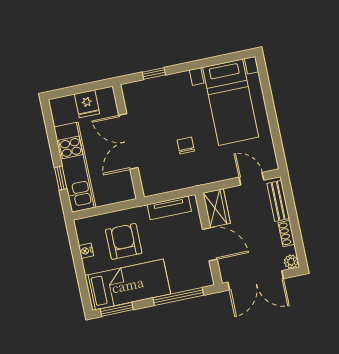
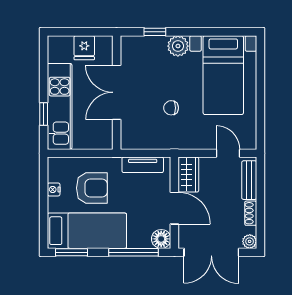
plant: (180, 83) -> (178, 46), added
chair: (186, 145) -> (171, 108), turned -90
armchair: (124, 241) -> (92, 188), turned 90
floor lamp: (203, 278) -> (161, 239), added

